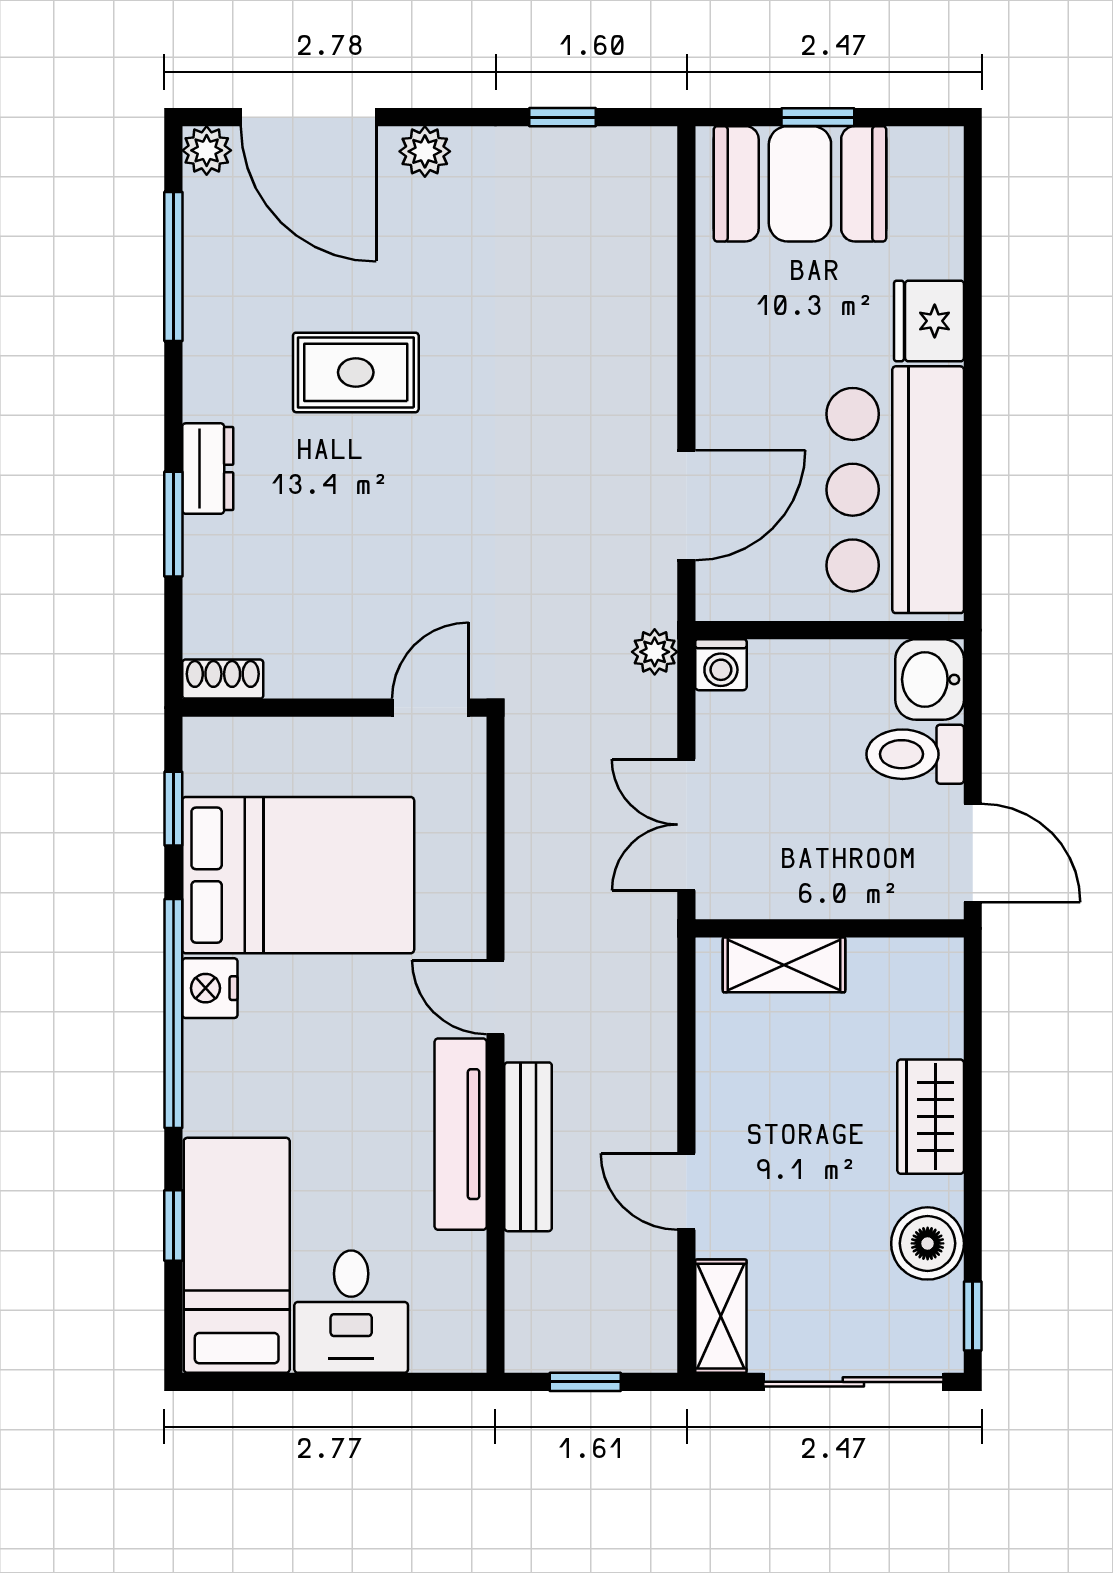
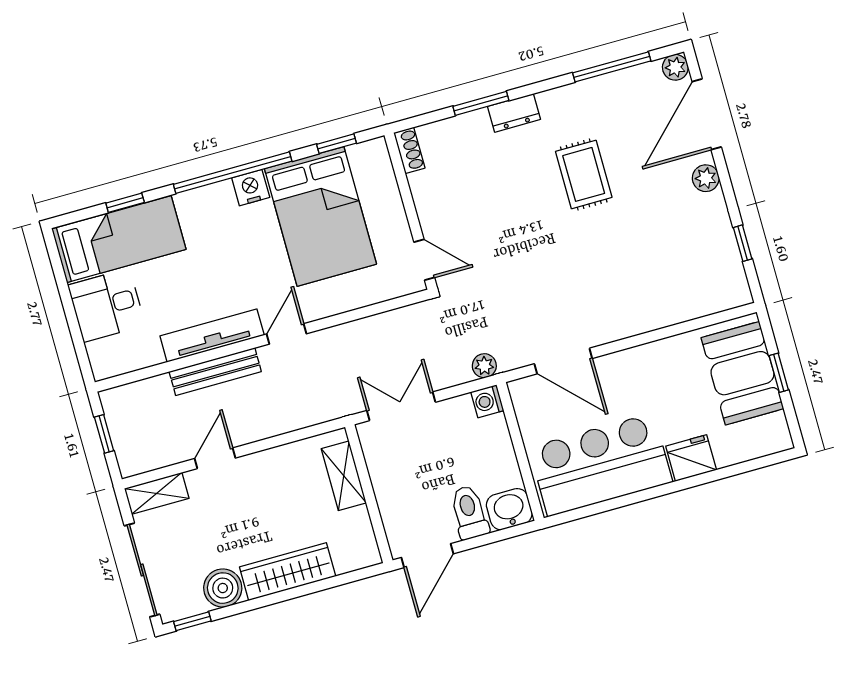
wardrobe: (931, 1117) -> (288, 572), width x1.50

